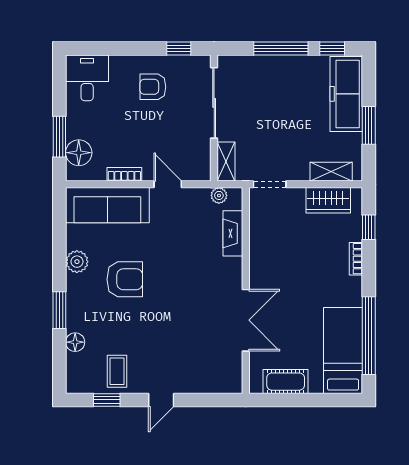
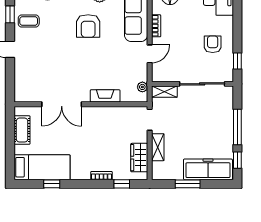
shelving: (331, 172) -> (158, 147), moved
fireplace: (233, 233) -> (105, 96), moved
window: (369, 336) -> (52, 184), width x0.32

